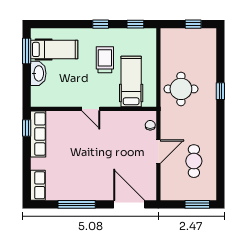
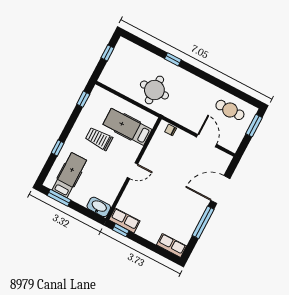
window: (101, 24) -> (58, 148), moved
washbasin: (38, 73) -> (99, 207), moved
row of seats: (38, 134) -> (124, 220), width x0.68
door: (158, 152) -> (207, 141), moved
cafe table: (194, 161) -> (230, 110), moved
door: (129, 204) -> (220, 190), moved

